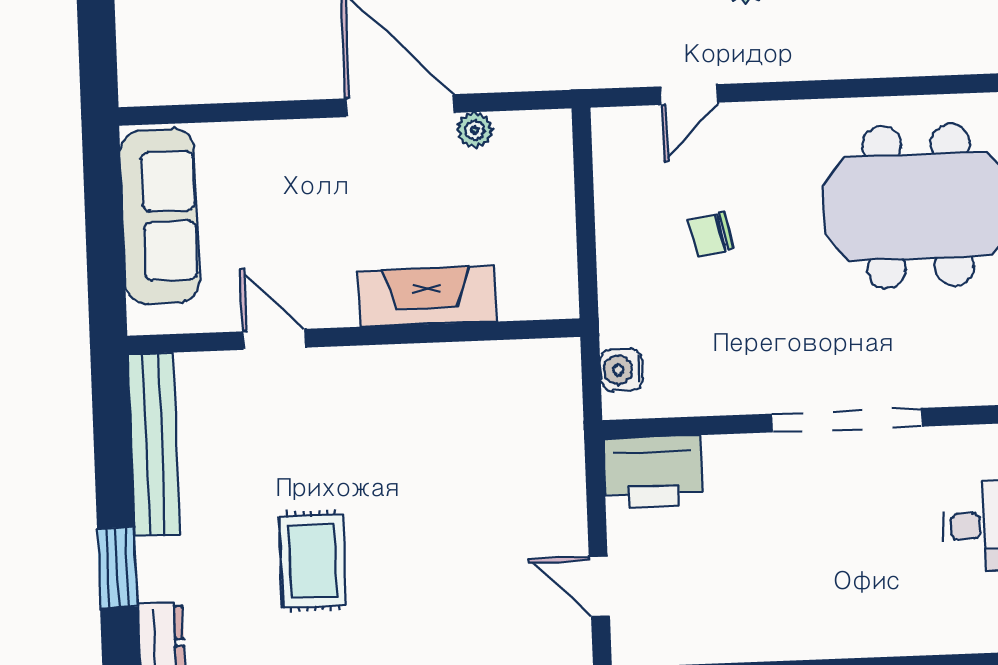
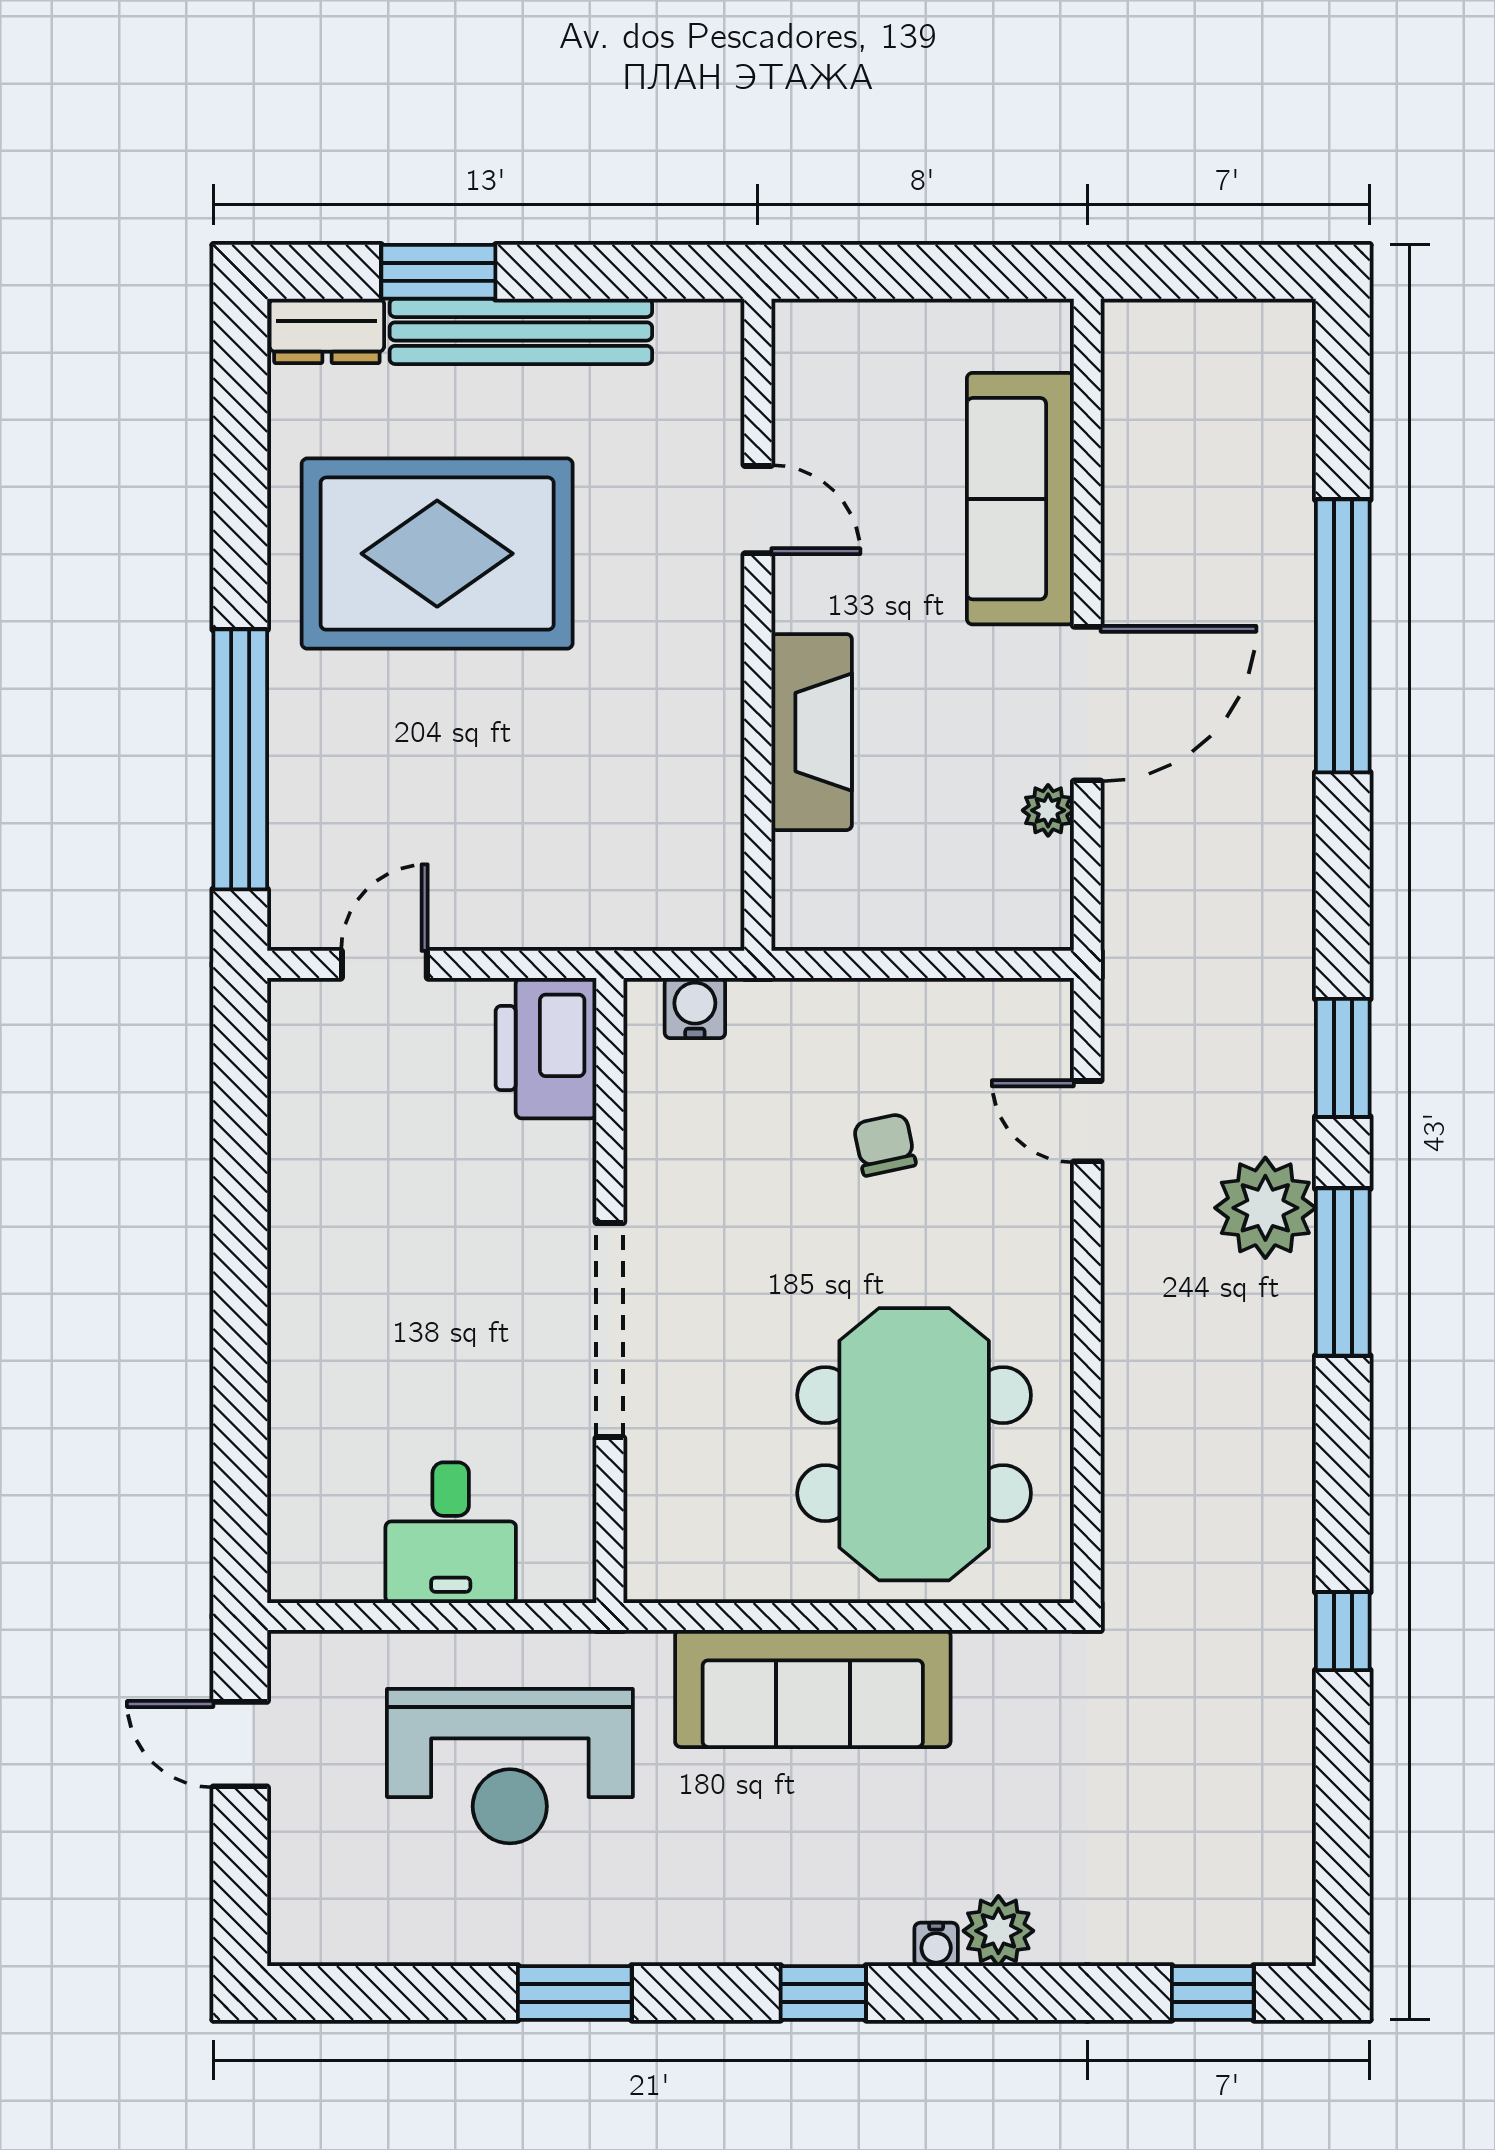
sofa: (160, 216) -> (1020, 499), moved, turned 90
door: (274, 339) -> (758, 510), hinge flipped
bench: (154, 445) -> (521, 331), moved
rug: (313, 561) -> (437, 554), width x1.86, depth x2.06

